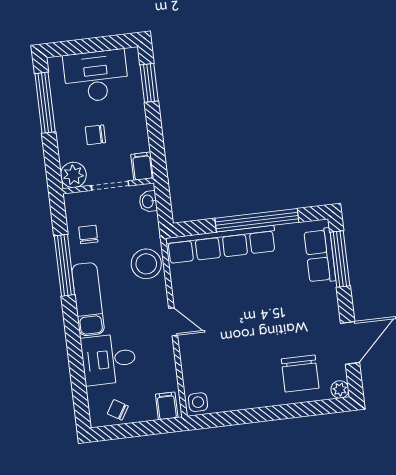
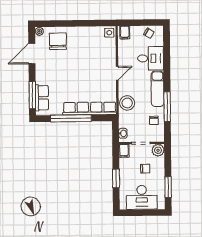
window: (149, 83) -> (116, 178), moved
window: (45, 103) -> (168, 187), width x0.69
door: (173, 322) -> (117, 73), swing flipped

